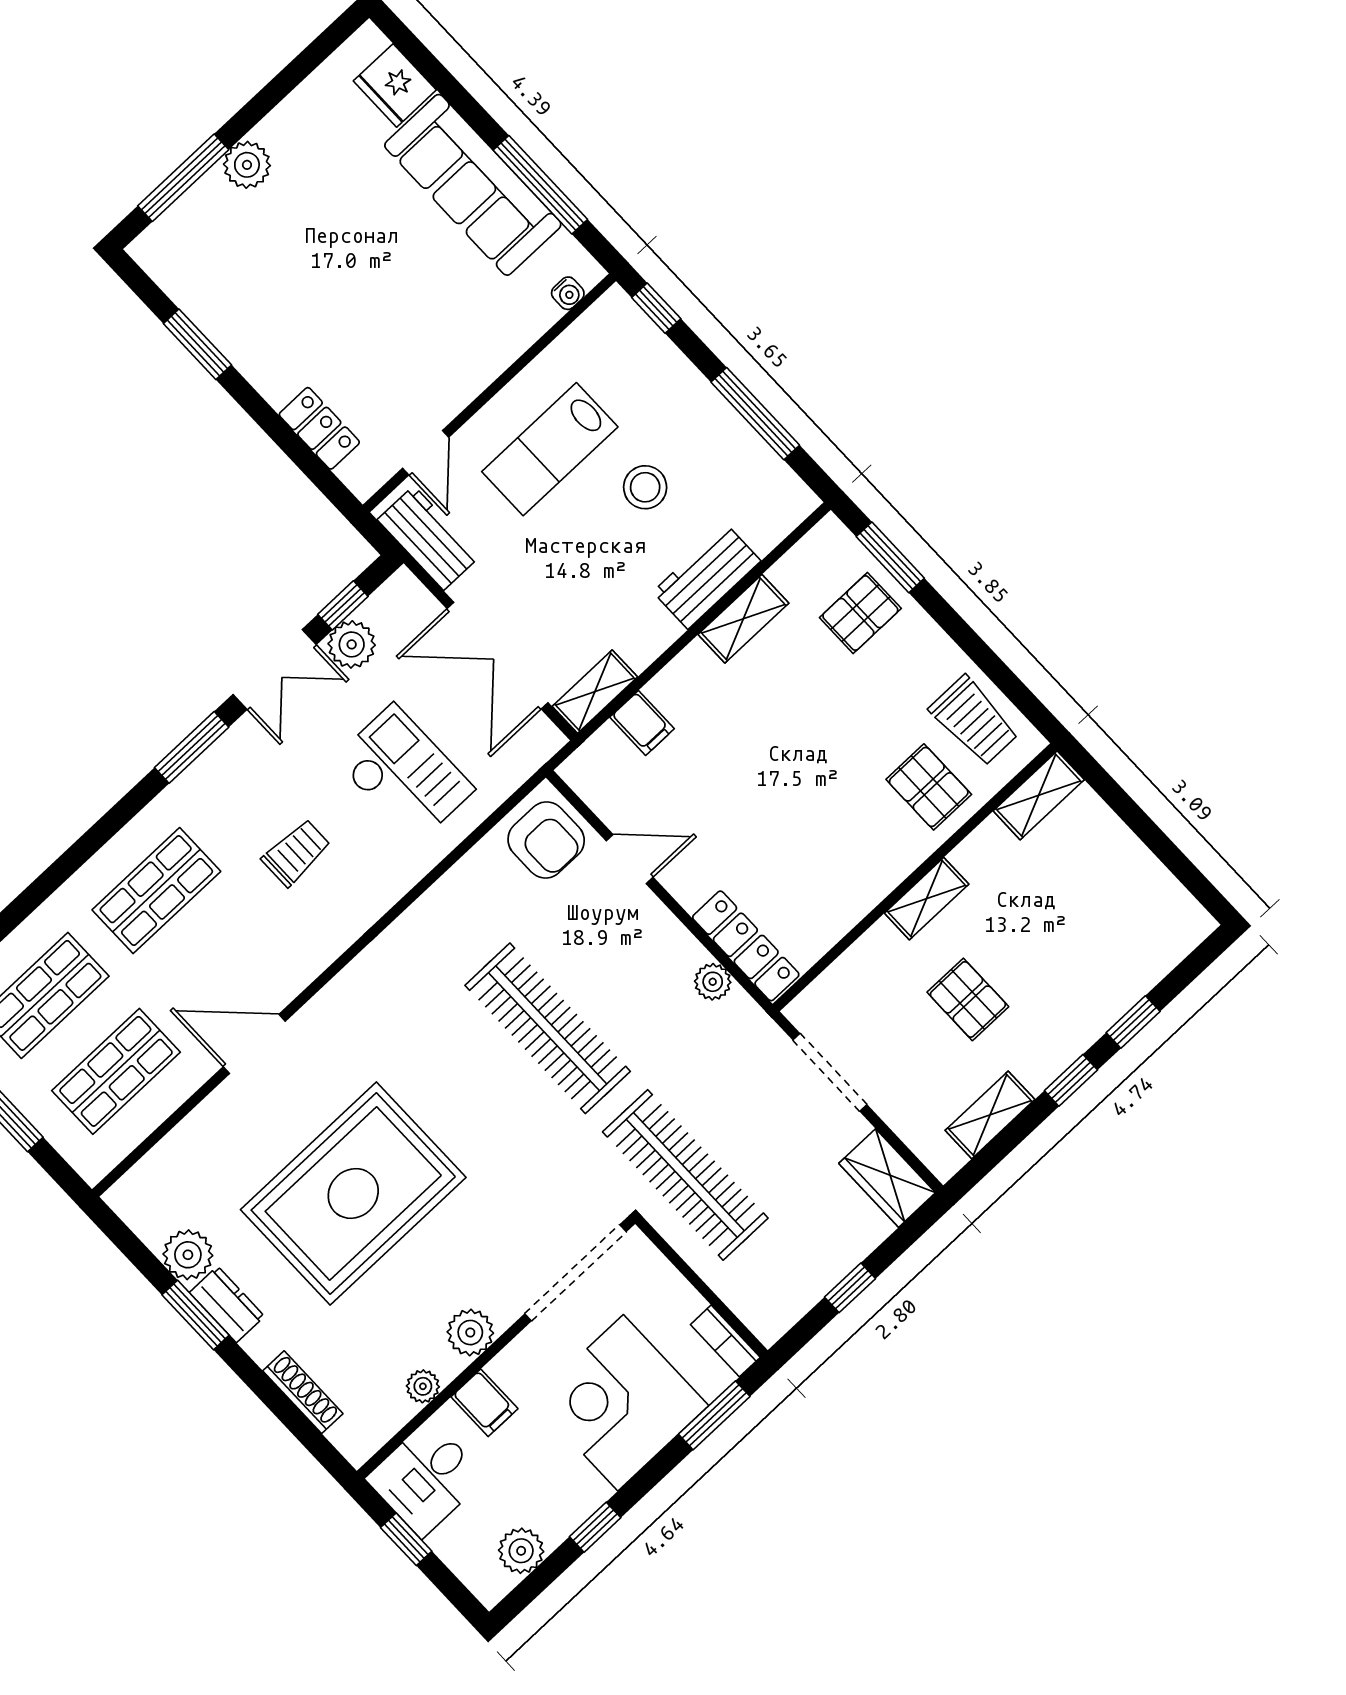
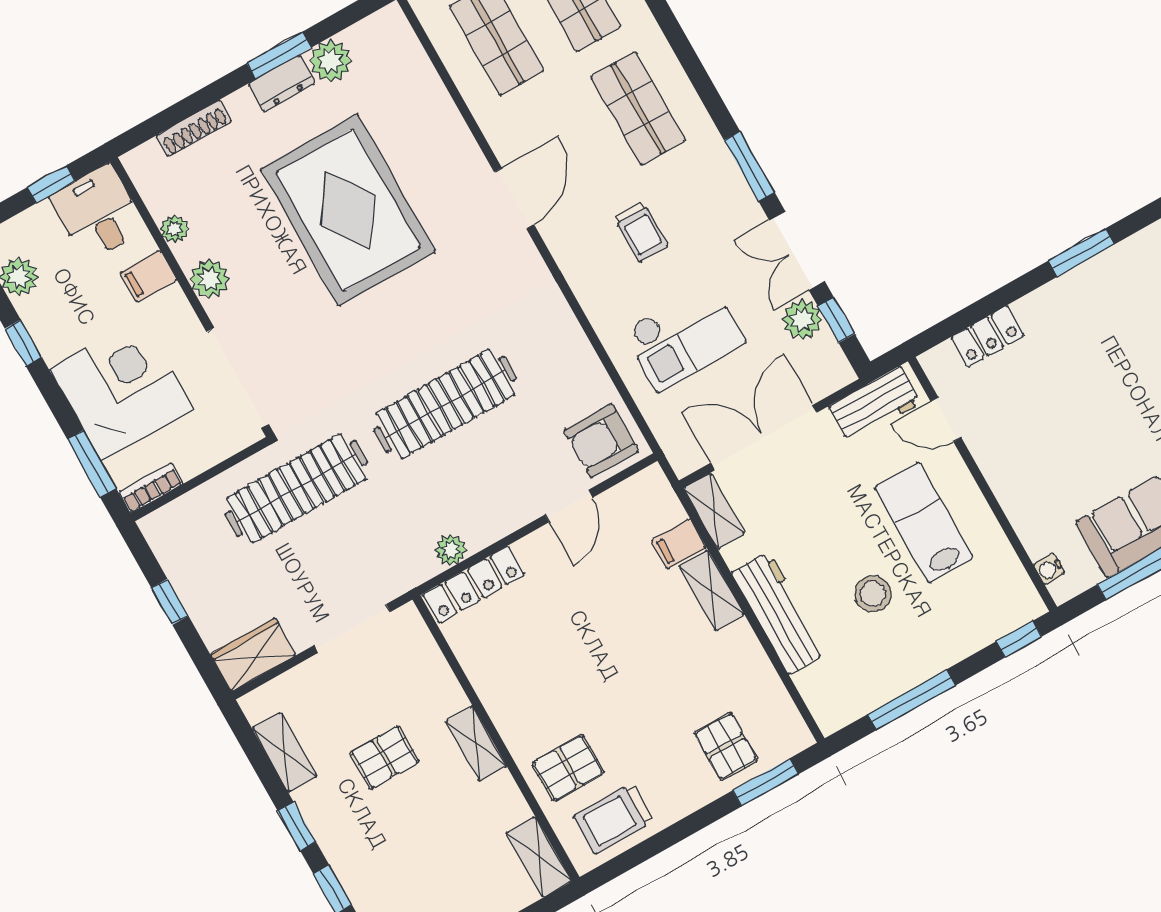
workbench: (707, 576) -> (779, 613), width x1.38
shelving: (743, 619) -> (712, 591), moved
door: (254, 1044) -> (514, 198), moved

